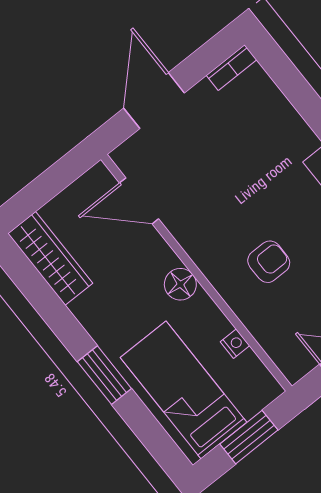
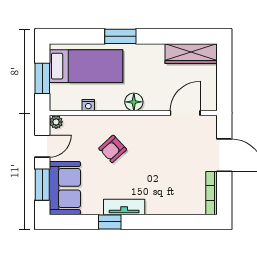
bookcase: (231, 68) -> (211, 193), width x1.56
armchair: (269, 262) -> (113, 149), turned 47
plant: (294, 370) -> (56, 122), added

